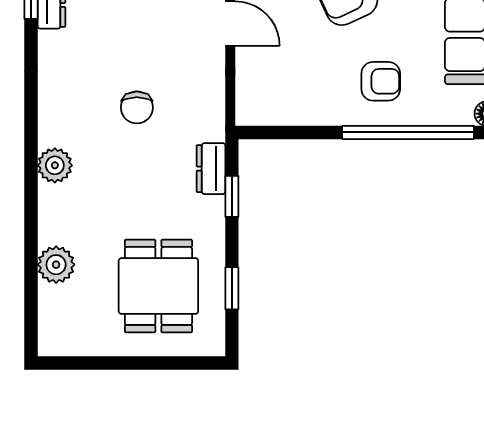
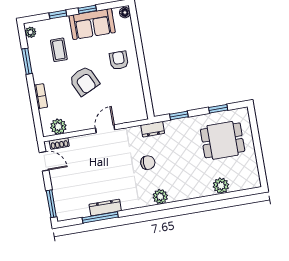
window: (408, 132) -> (139, 45), removed
plant: (55, 165) -> (160, 197), moved
dresser: (211, 169) -> (153, 129), moved

